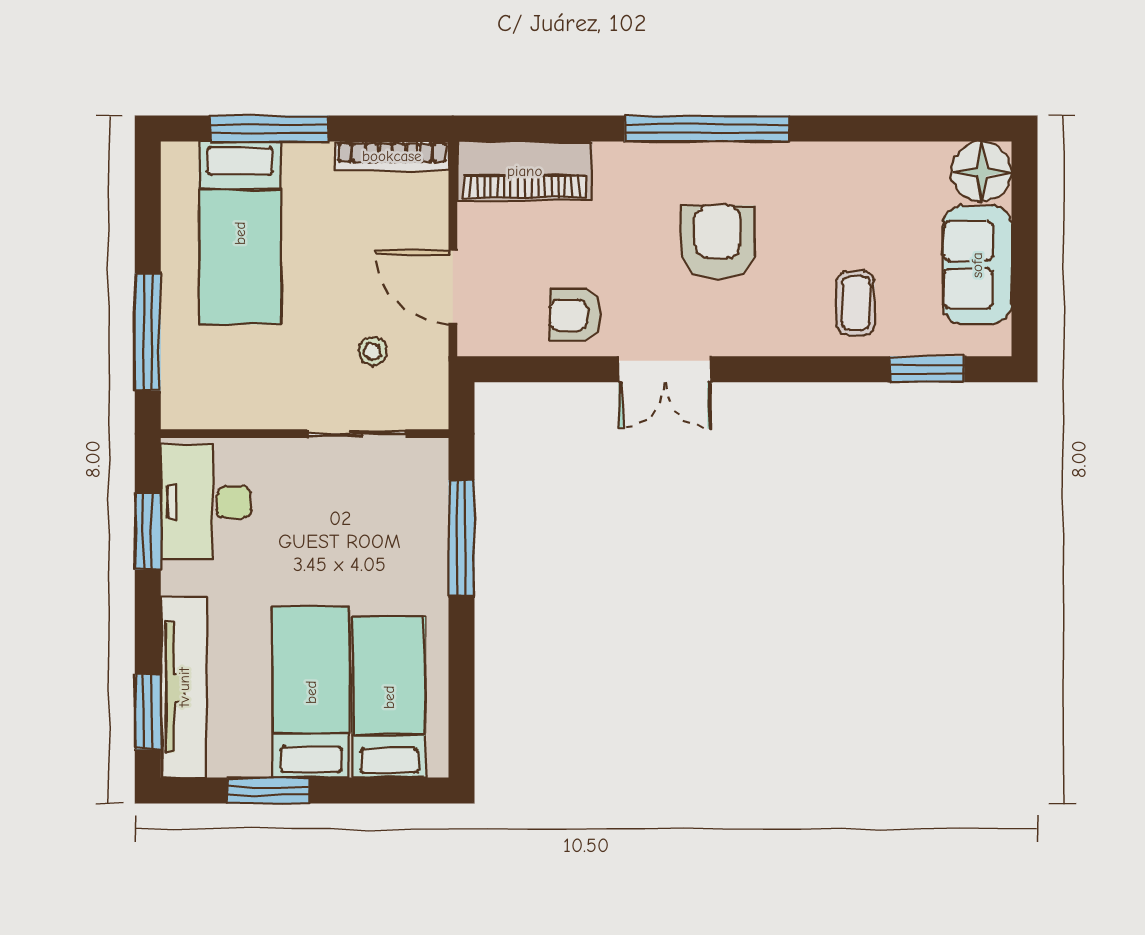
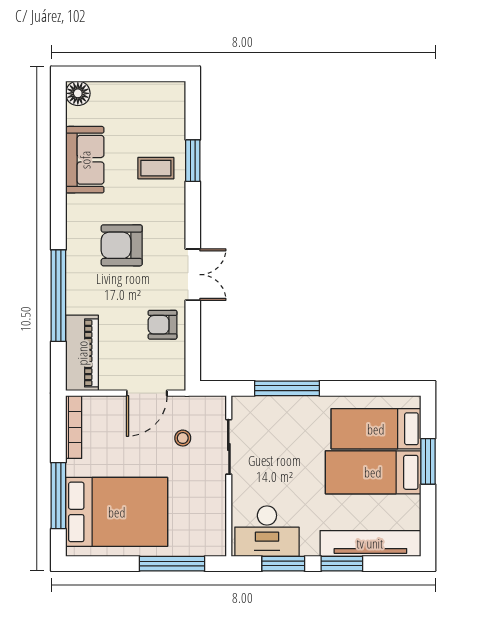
window: (707, 129) -> (58, 296), moved
floor lamp: (981, 172) -> (78, 93), width x0.73, depth x0.73
bed: (240, 233) -> (117, 512), width x1.50
sofa: (977, 265) -> (85, 160), moved, turned -90
armchair: (575, 315) -> (163, 325), turned 90
window: (927, 369) -> (193, 161), moved
window: (148, 712) -> (342, 564), moved
window: (268, 790) -> (428, 461), moved

